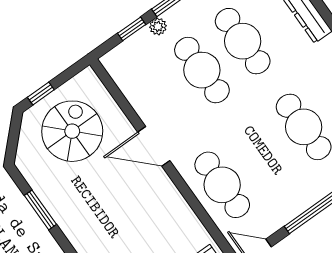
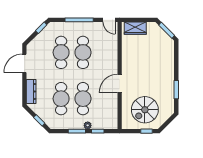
door: (154, 146) -> (120, 84), swing flipped
cafe table: (222, 185) -> (83, 52), moved

